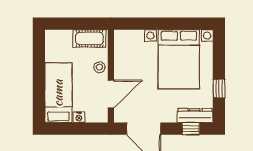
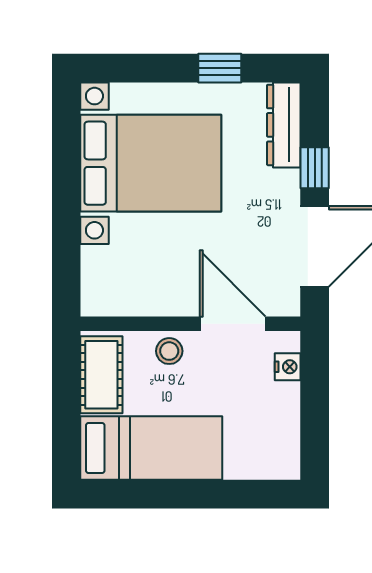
bed: (58, 93) -> (151, 448), moved, turned 180
nightstand: (79, 117) -> (288, 367), moved
window: (191, 129) -> (315, 168), moved

